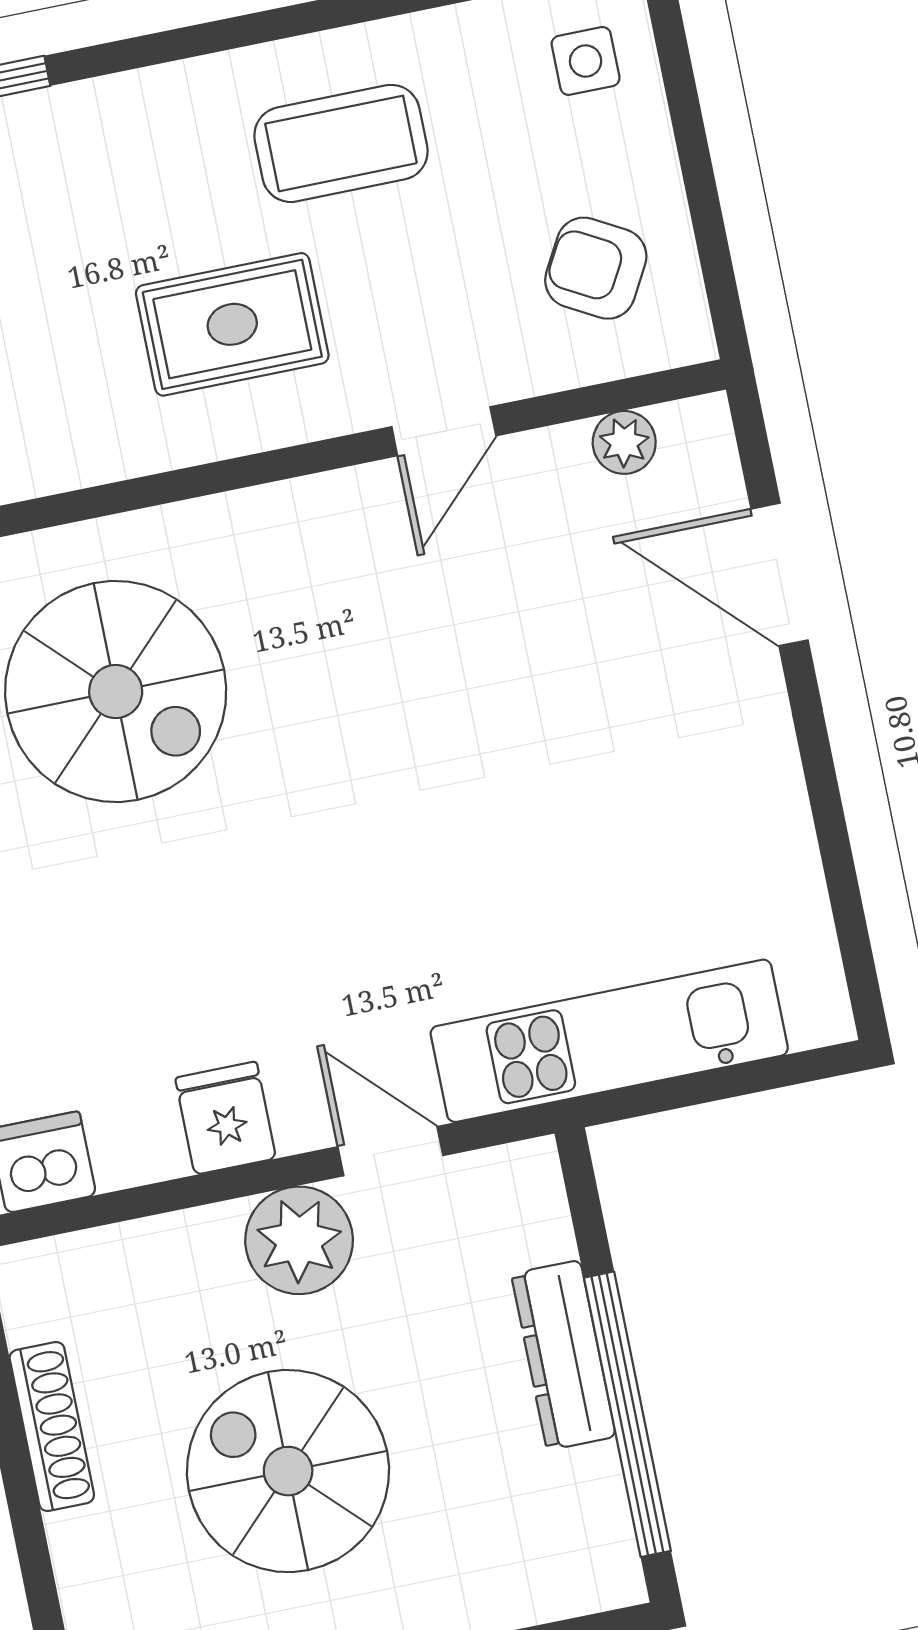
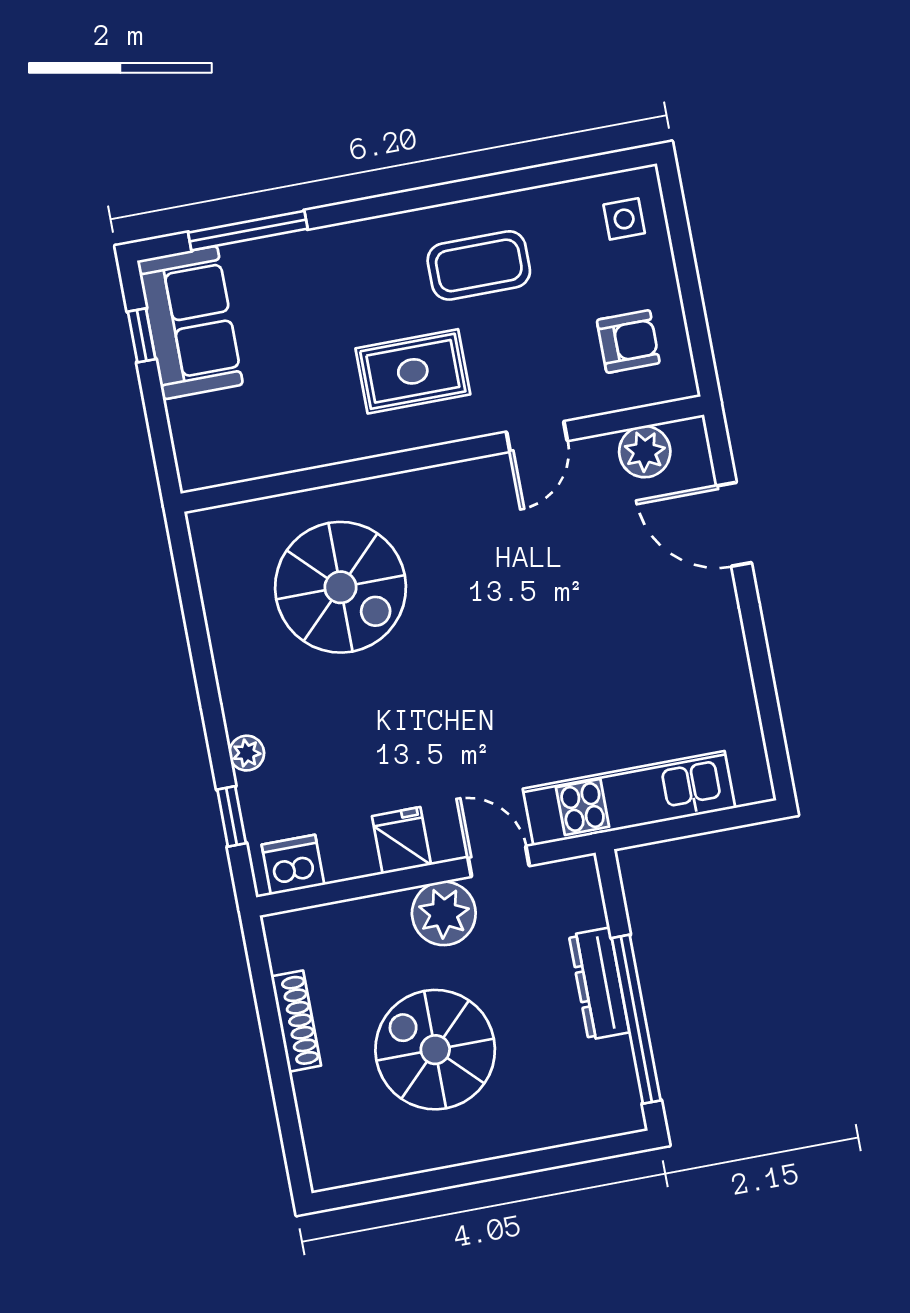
armchair: (596, 268) -> (628, 341), turned 151
plant: (624, 442) -> (645, 452), width x1.38, depth x1.38

